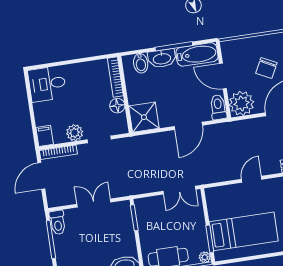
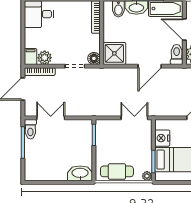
floor lamp: (117, 106) -> (94, 58), moved
plant: (75, 133) -> (45, 58), moved
double door: (179, 190) -> (134, 118), swing flipped
double door: (94, 203) -> (51, 118), moved
nightstand: (216, 209) -> (162, 138), added

